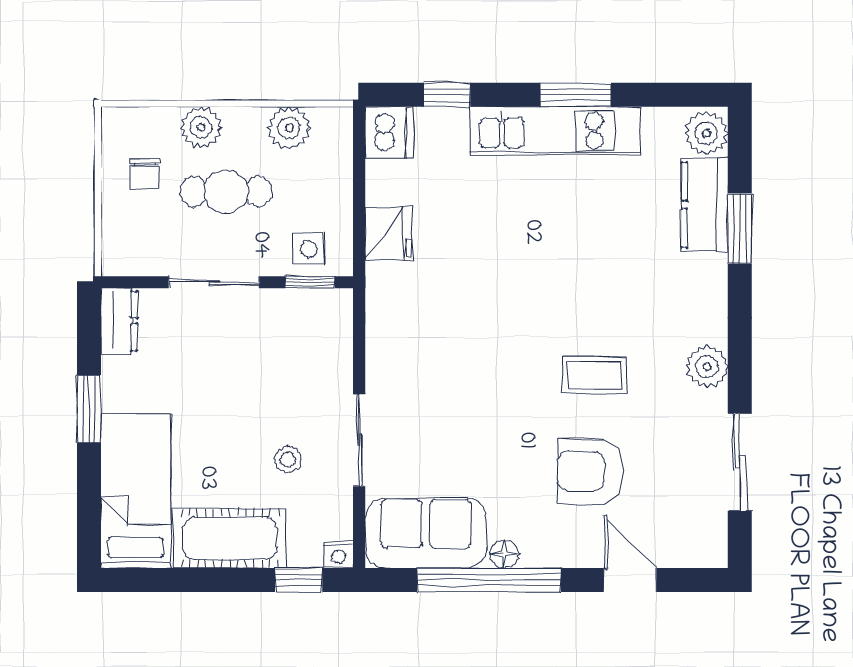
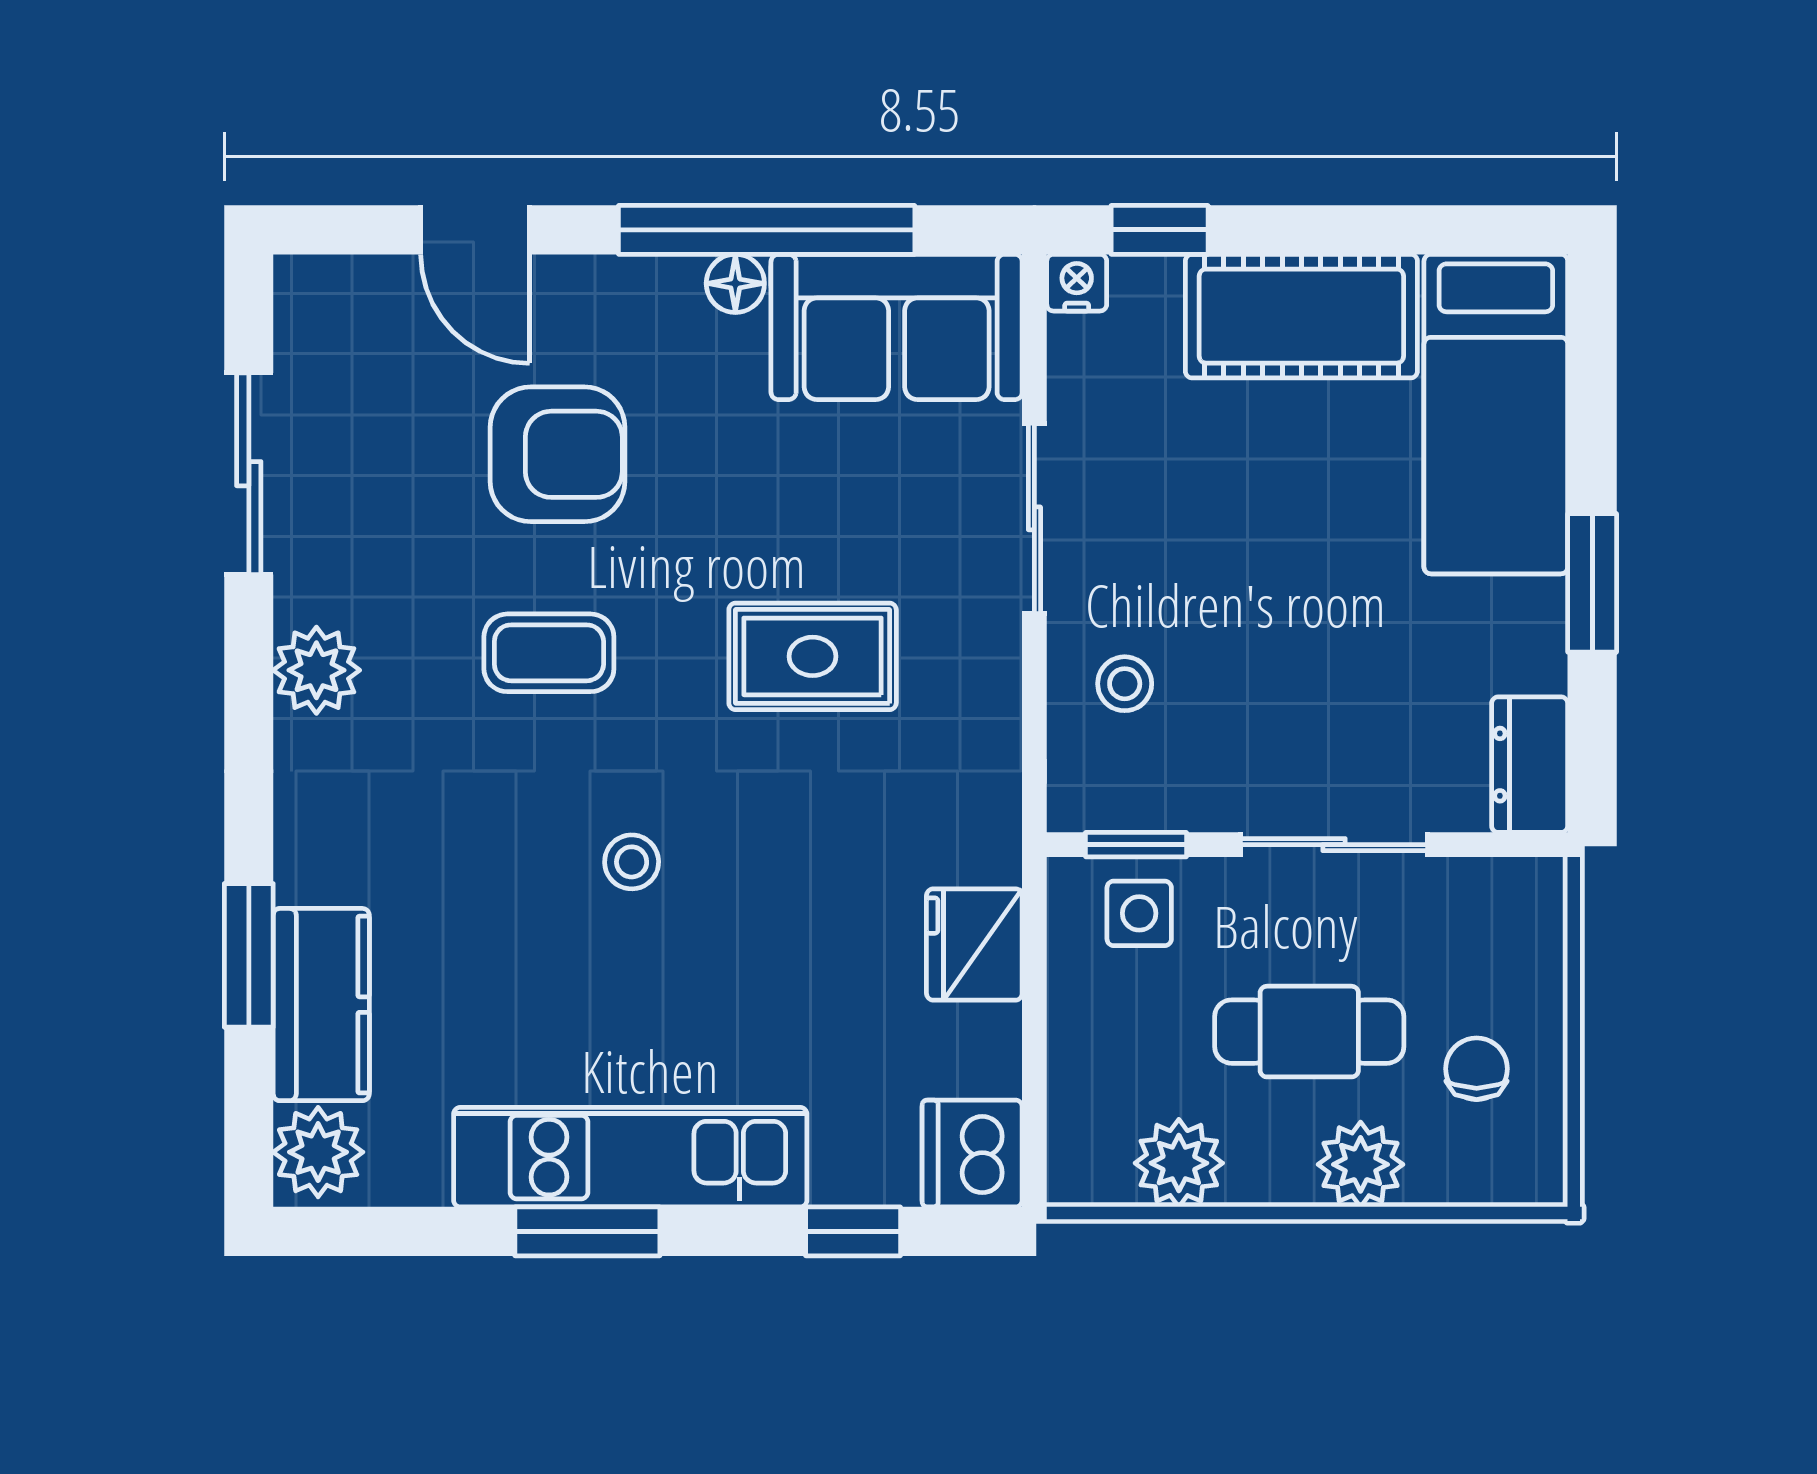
stool: (554, 274) -> (632, 862), added
rug: (467, 373) -> (813, 656), added
stool: (288, 460) -> (1125, 684), moved

